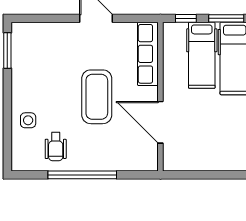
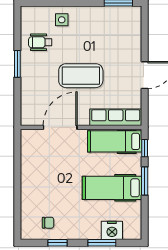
hospital bed: (202, 55) -> (115, 141), moved
window: (82, 175) -> (17, 64), width x0.47

